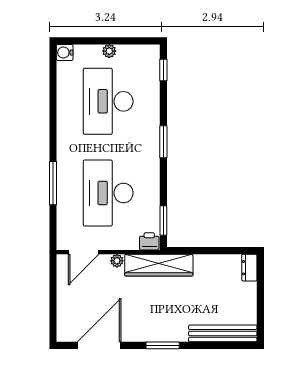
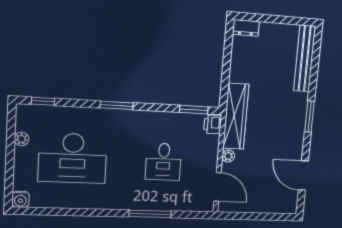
plant: (109, 51) -> (22, 139), moved
desk: (108, 193) -> (163, 162), width x0.53, depth x0.77
door: (99, 345) -> (303, 176), width x0.73

